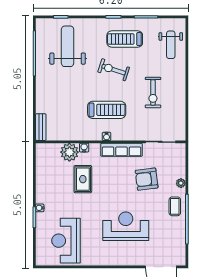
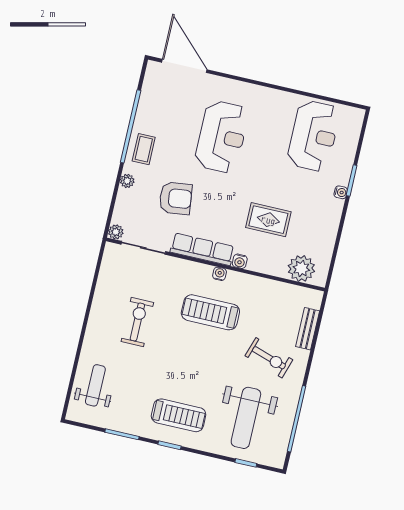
treadmill: (125, 39) -> (179, 415), moved
exercise bike: (114, 70) -> (269, 358), moved
bench: (41, 127) -> (308, 329), moved
water cooler: (84, 148) -> (240, 261), moved
plant: (181, 148) -> (116, 232), added
plant: (69, 152) -> (301, 268), moved
rug: (83, 179) -> (268, 220), turned 90
reception desk: (126, 226) -> (222, 137), turned -90

